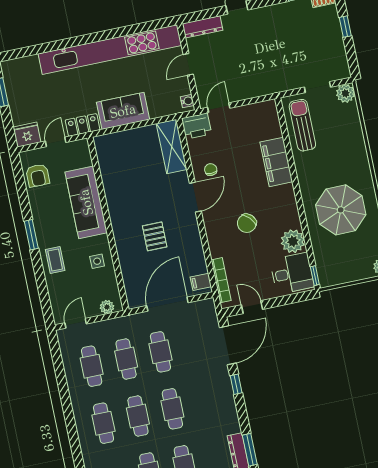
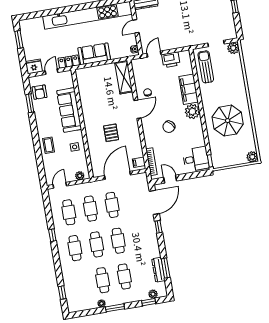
printer: (197, 126) -> (171, 60), moved
window: (31, 235) -> (30, 103), moved
plant: (293, 241) -> (192, 111), moved
window: (67, 404) -> (52, 235), added

